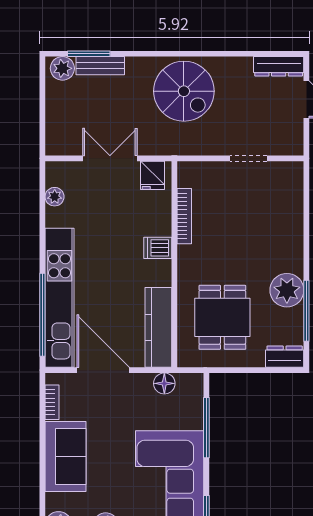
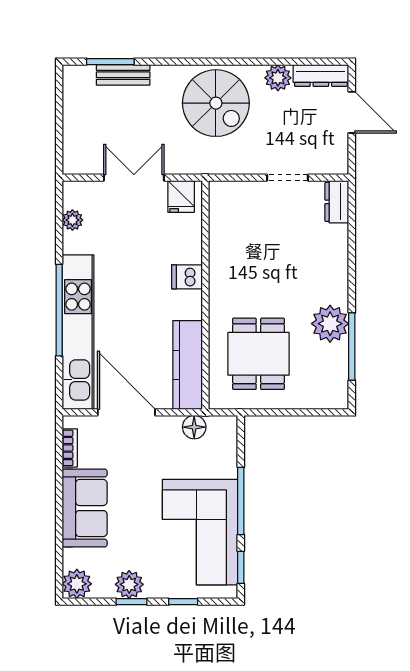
plant: (62, 68) -> (278, 78), moved
bookcase: (184, 216) -> (216, 242), removed
window: (42, 315) -> (59, 310), moved
dresser: (285, 357) -> (337, 202), moved, turned -90
window: (206, 428) -> (241, 501), moved

